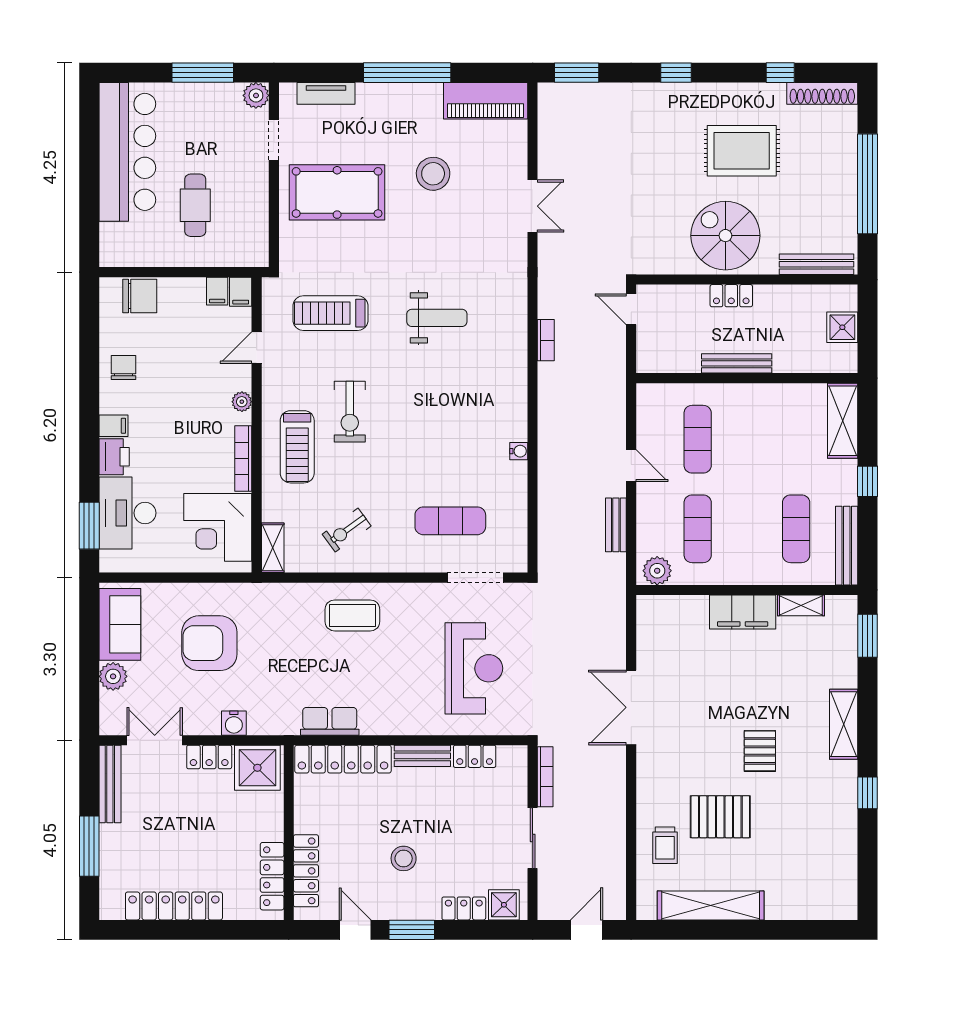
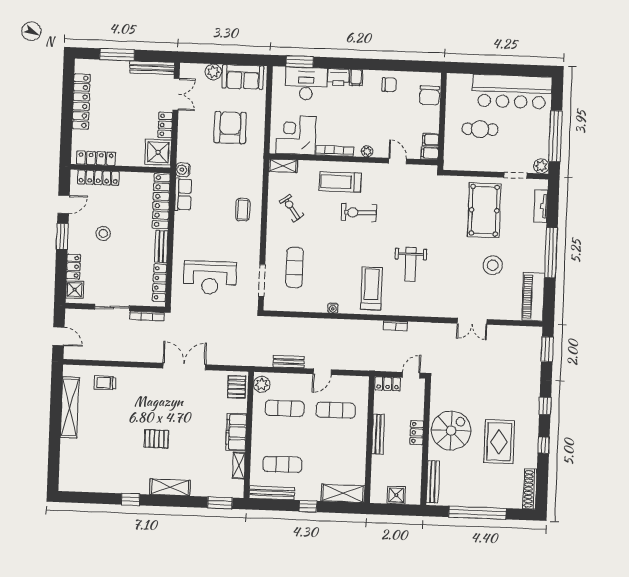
window: (203, 73) -> (555, 136), width x1.46
window: (780, 73) -> (544, 445), moved
treadmill: (330, 313) -> (371, 289), moved
locker: (648, 350) -> (388, 384), added
coffee table: (352, 615) -> (243, 210), width x0.73, depth x0.77
water cooler: (234, 723) -> (183, 170), moved
locker: (475, 756) -> (160, 283), width x1.53
pallet: (720, 817) -> (237, 387), moved, width x0.67, depth x0.71

